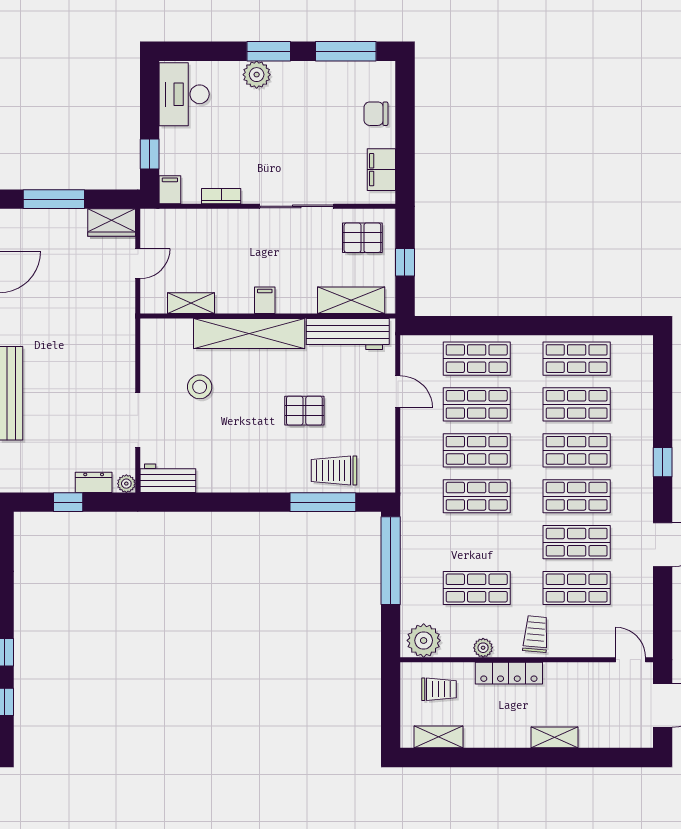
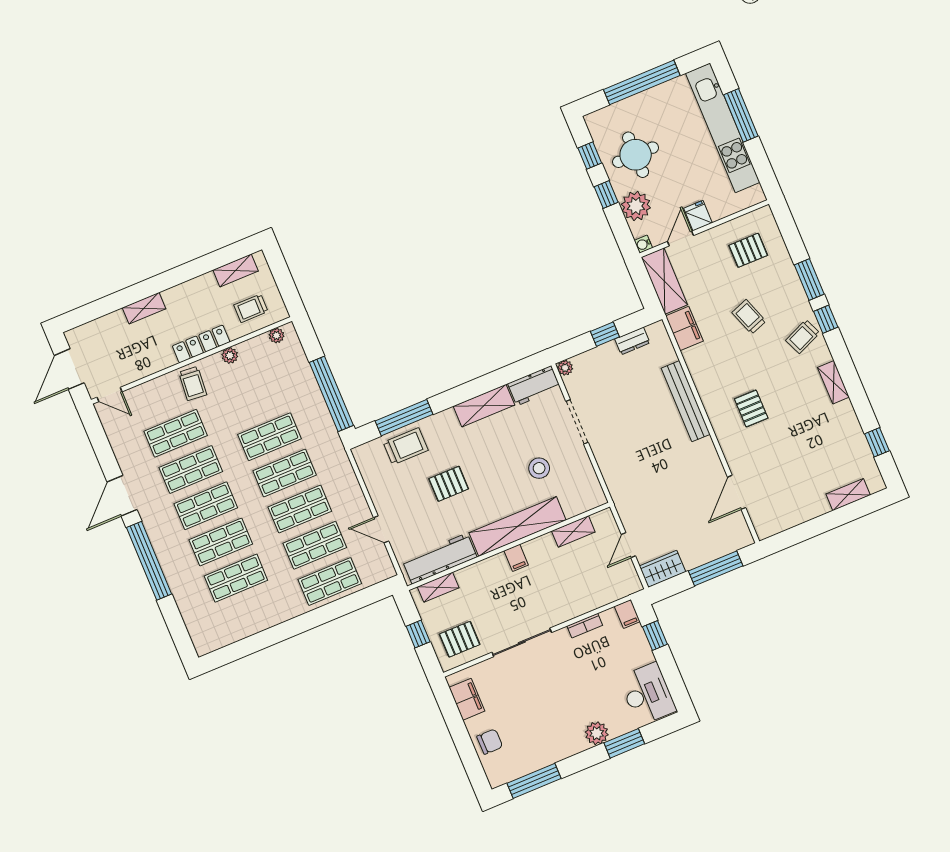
window: (269, 51) -> (624, 743), moved
shelving: (351, 300) -> (438, 587), width x0.67, depth x0.75
shop shelf: (577, 359) -> (251, 614), removed
window: (663, 462) -> (149, 561), width x3.17
shelving: (231, 479) -> (484, 406), added
dresser: (94, 482) -> (632, 341), moved
shop shelf: (477, 588) -> (270, 437), moved
plant: (424, 640) -> (277, 335), width x0.53, depth x0.53

